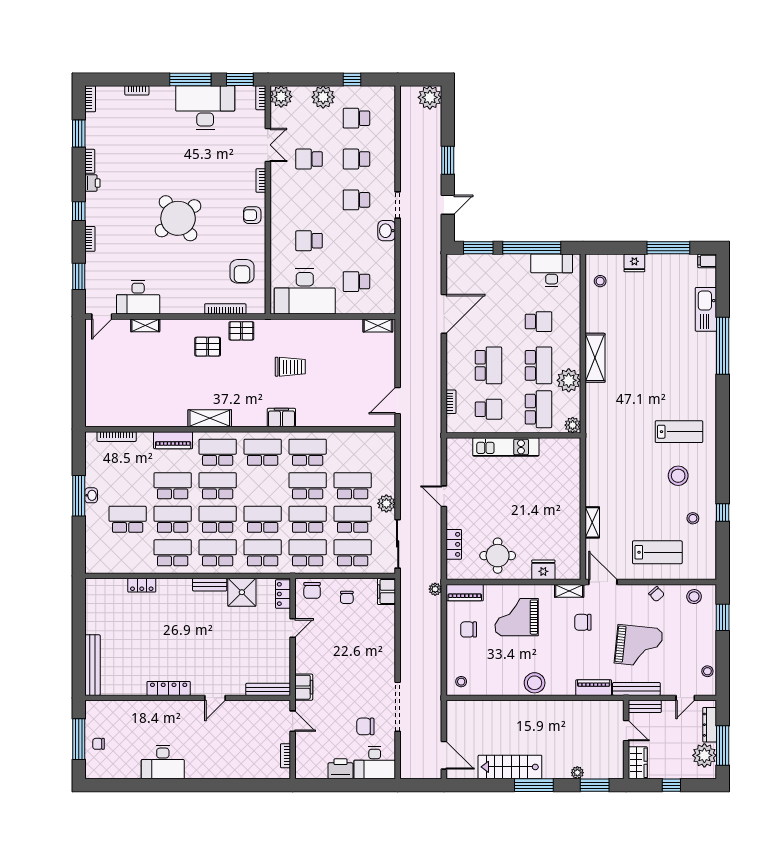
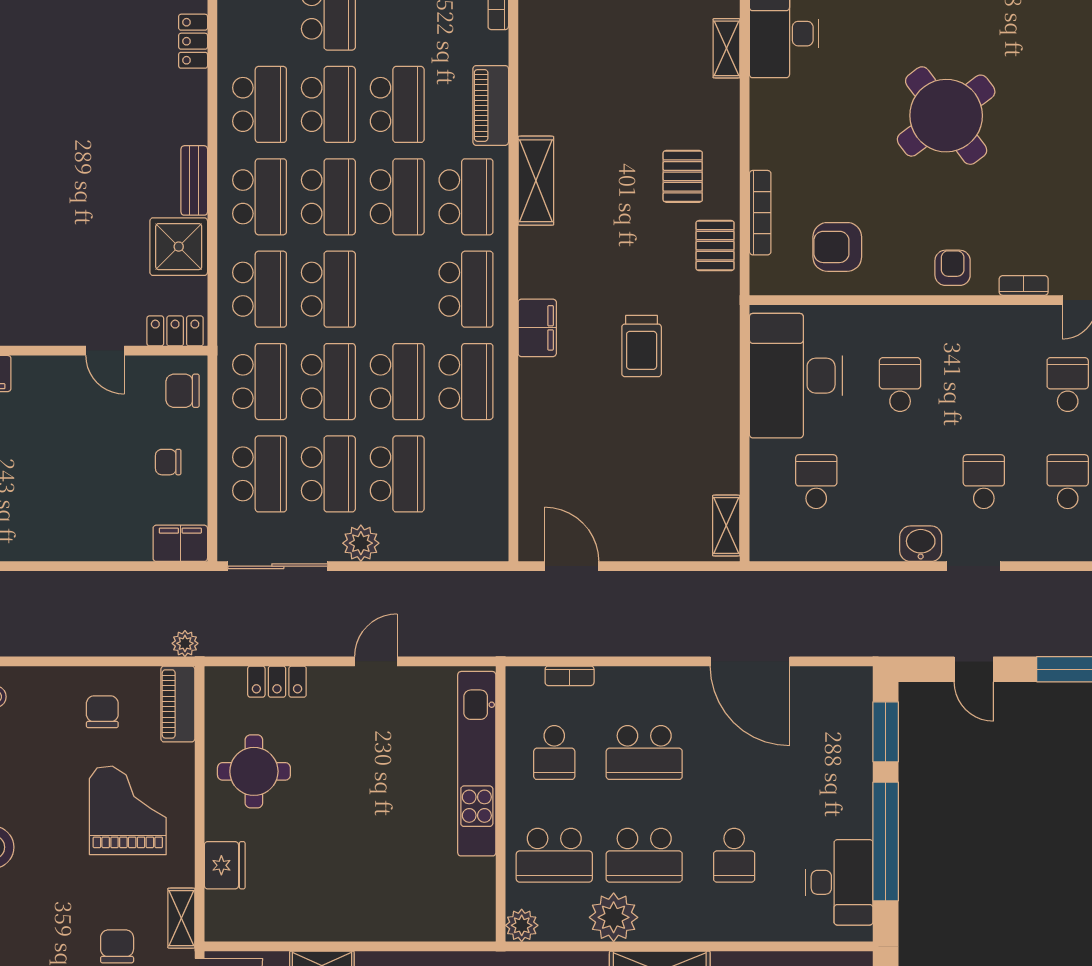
kitchen unit: (506, 447) -> (477, 764), width x1.36

